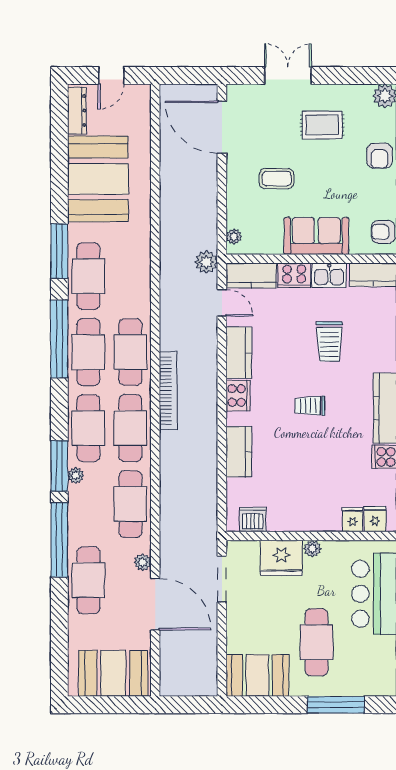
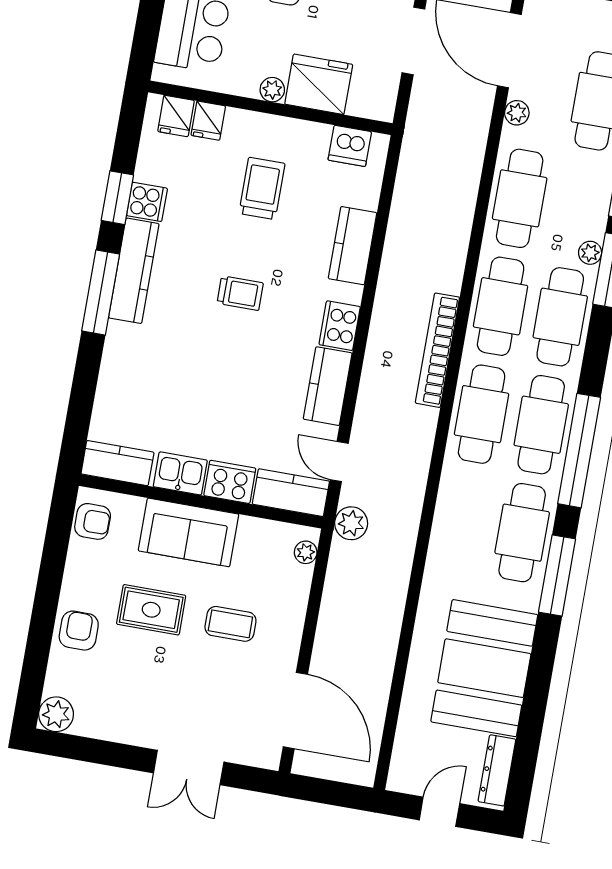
rug: (322, 125) -> (151, 610), moved
trolley: (329, 341) -> (262, 188), moved
doorway: (222, 579) -> (413, 41), moved

